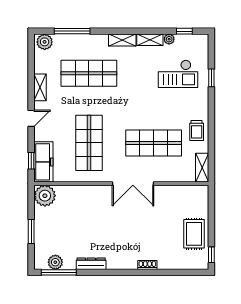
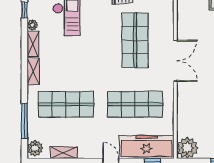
shop shelf: (89, 73) -> (66, 104), turned 90
shelving: (40, 87) -> (64, 153), moved
freezer: (43, 162) -> (147, 147), width x1.36, depth x1.26

